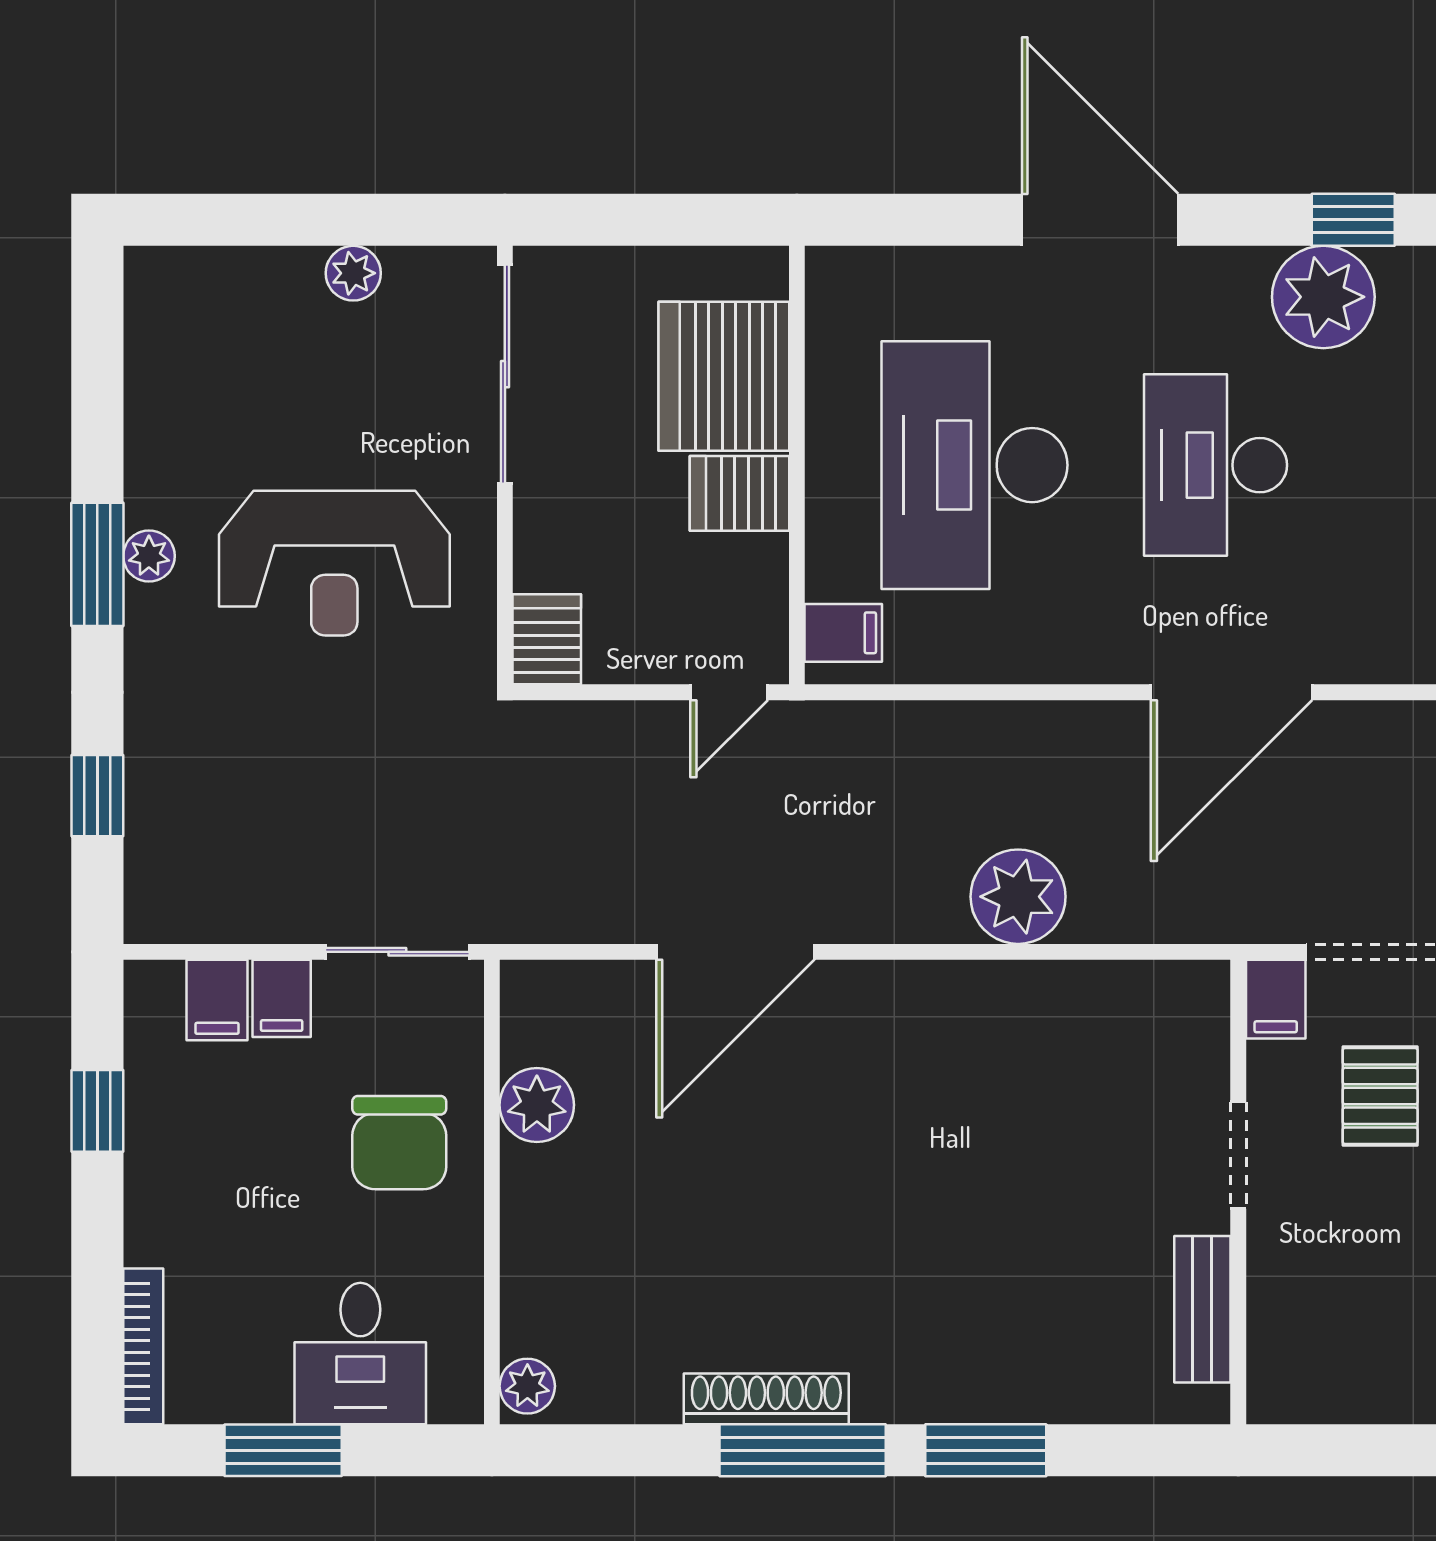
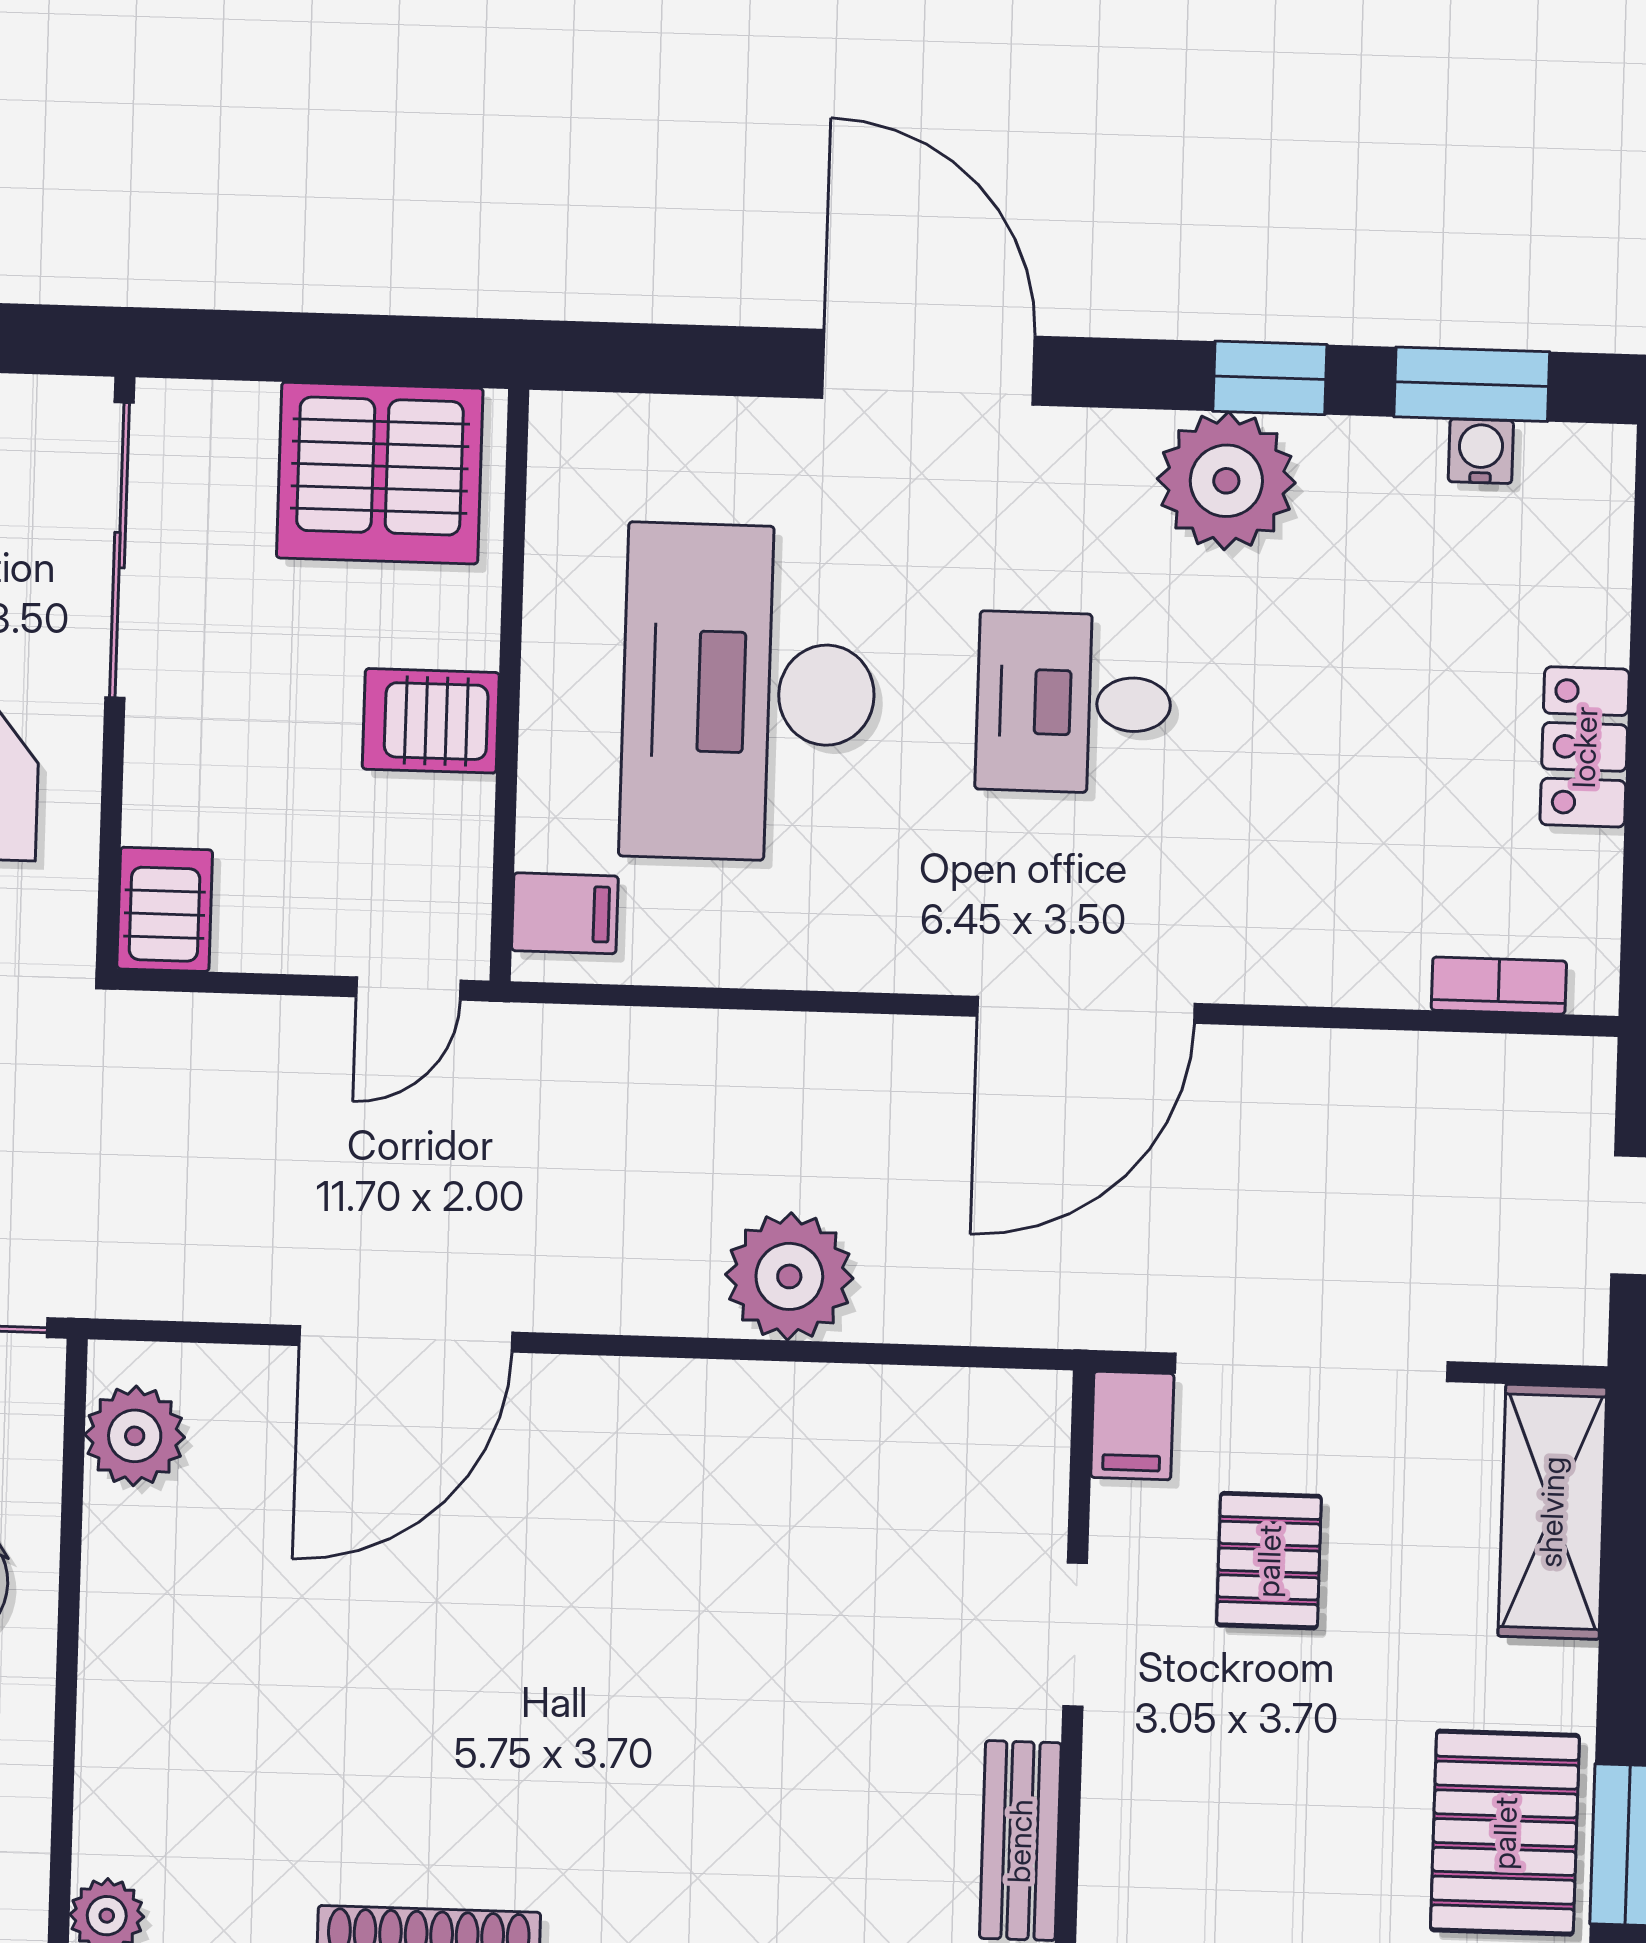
server rack: (724, 376) -> (380, 473), moved, turned -90
desk: (1216, 465) -> (1074, 703), width x0.73
plant: (537, 1105) -> (135, 1436), moved

